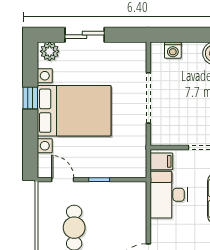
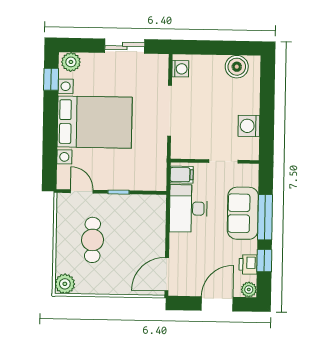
sliding door: (85, 35) -> (125, 46), moved
washing machine: (173, 50) -> (180, 69), moved, turned -90
window: (30, 98) -> (51, 79), moved

